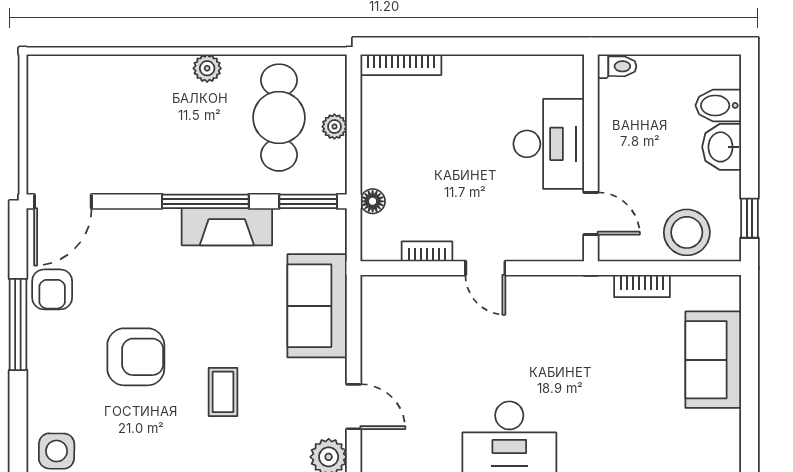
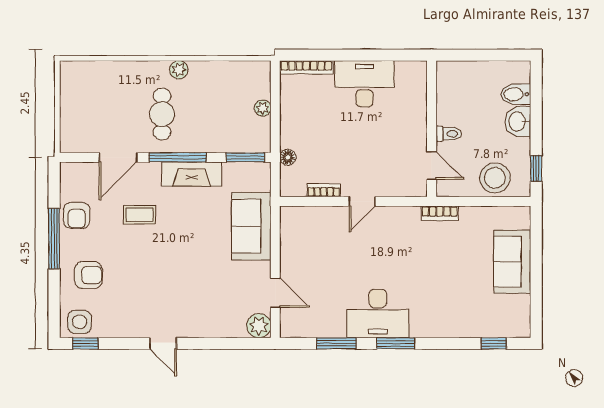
toilet: (617, 66) -> (449, 134), moved
cafe table: (279, 118) -> (162, 114), moved, width x0.73, depth x0.74
desk: (549, 144) -> (365, 84), moved, turned -90
door: (63, 201) -> (118, 157), moved
door: (485, 268) -> (362, 201), hinge flipped
bookcase: (642, 286) -> (440, 213), moved
armchair: (136, 357) -> (88, 275), moved, width x0.72, depth x0.72
coffee table: (223, 392) -> (139, 215), moved, turned 90

